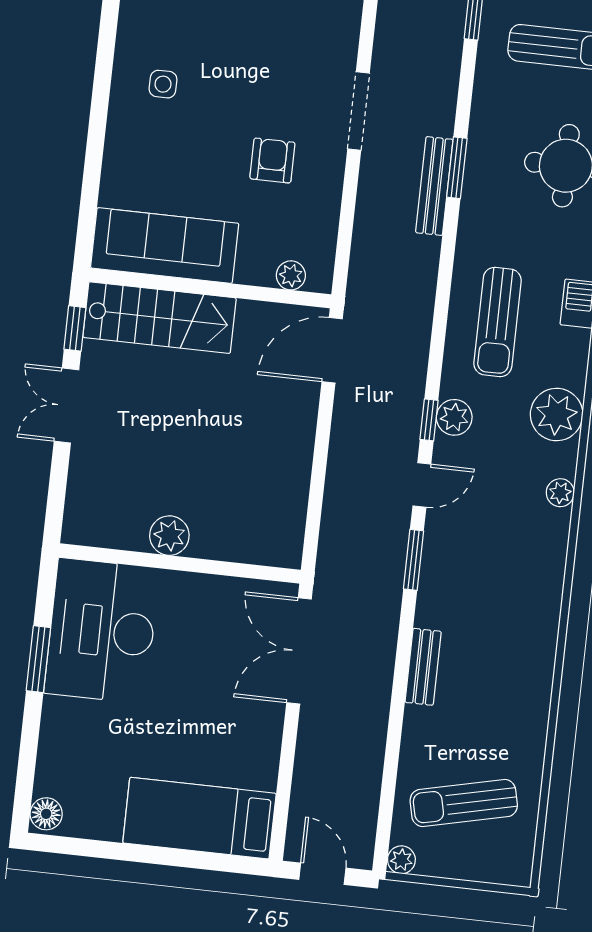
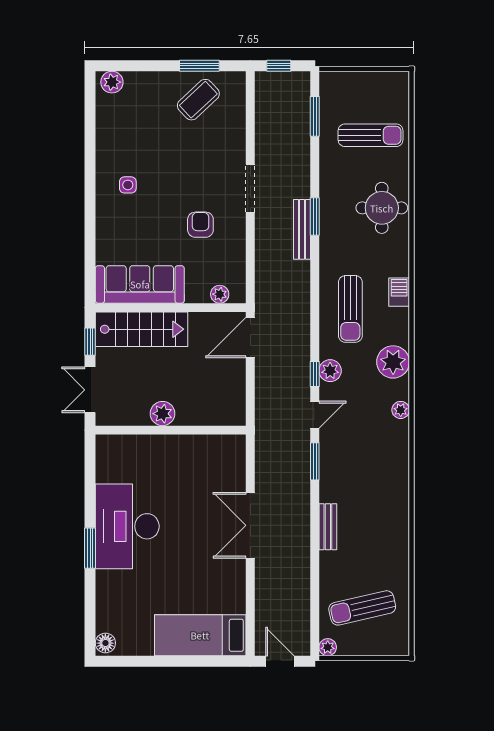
plant: (169, 536) -> (162, 414), moved
wall: (180, 564) -> (171, 430), moved

